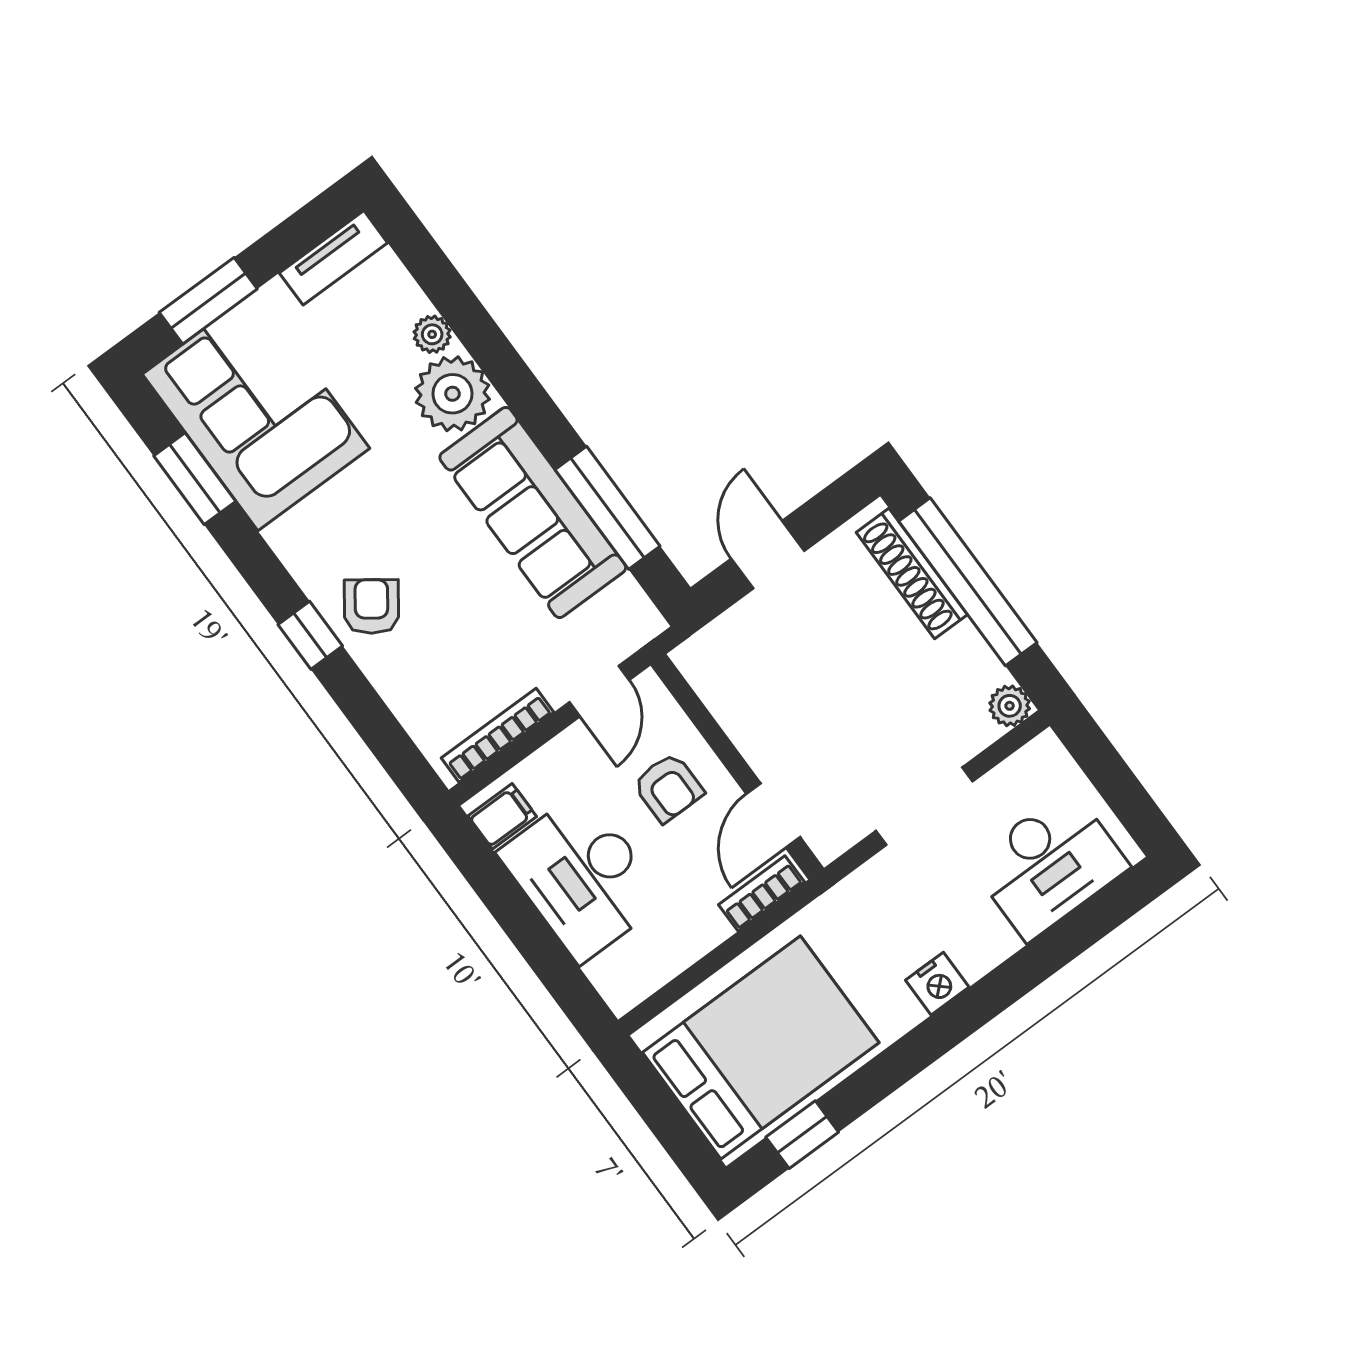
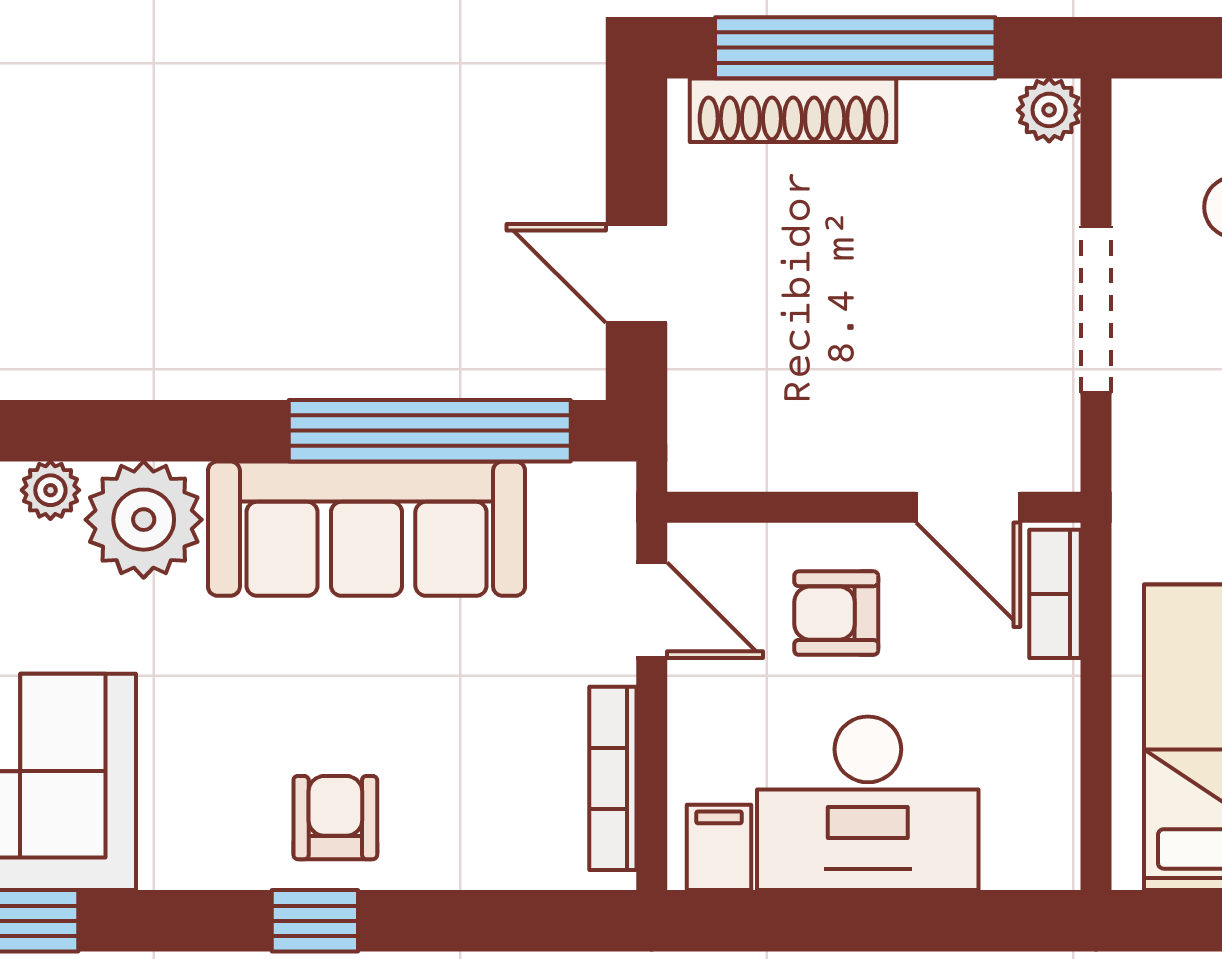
window: (608, 508) -> (430, 431), width x1.46
armchair: (371, 606) -> (335, 818), turned 54
armchair: (668, 788) -> (836, 613), turned 180

